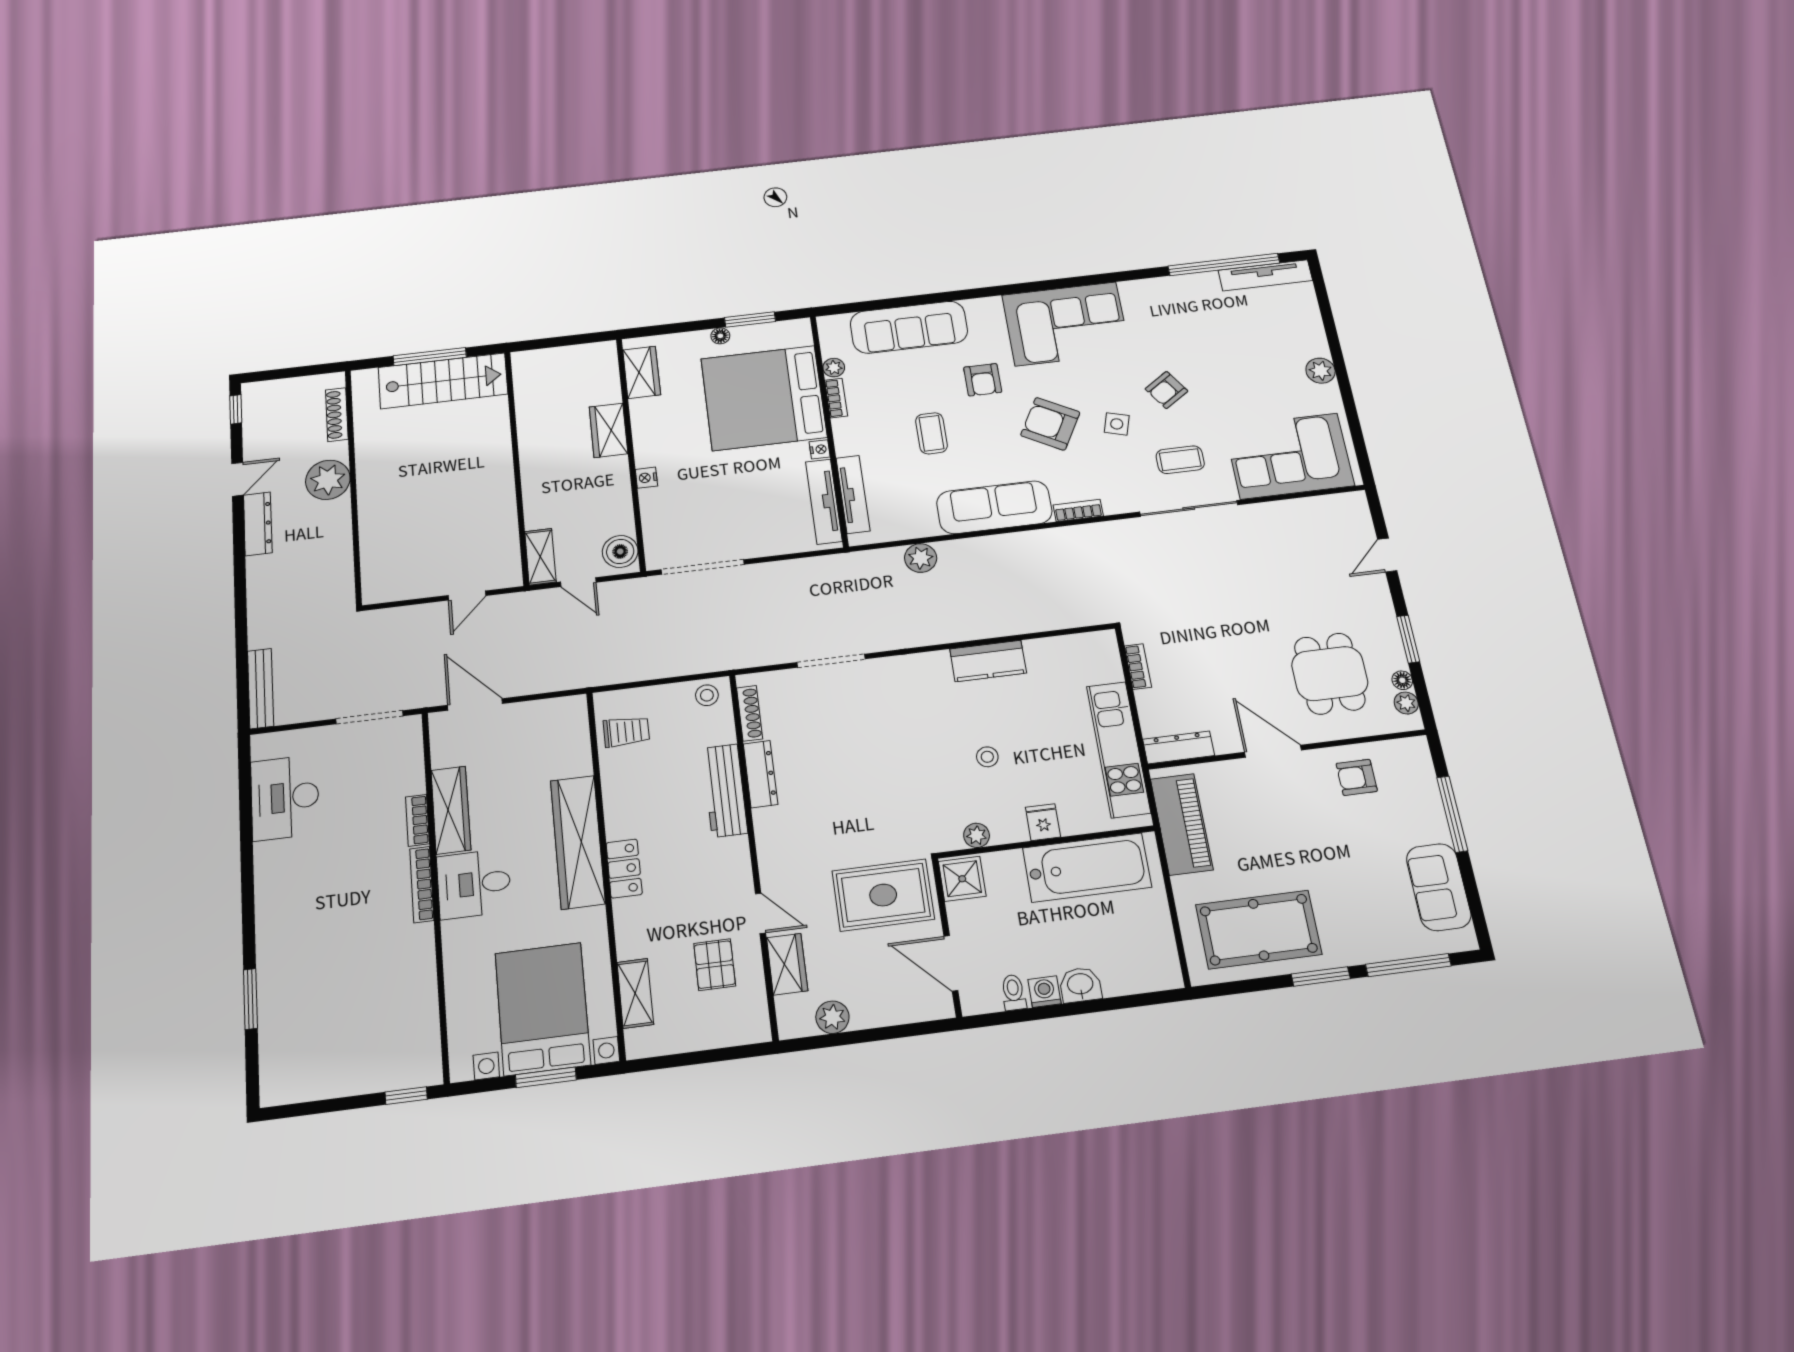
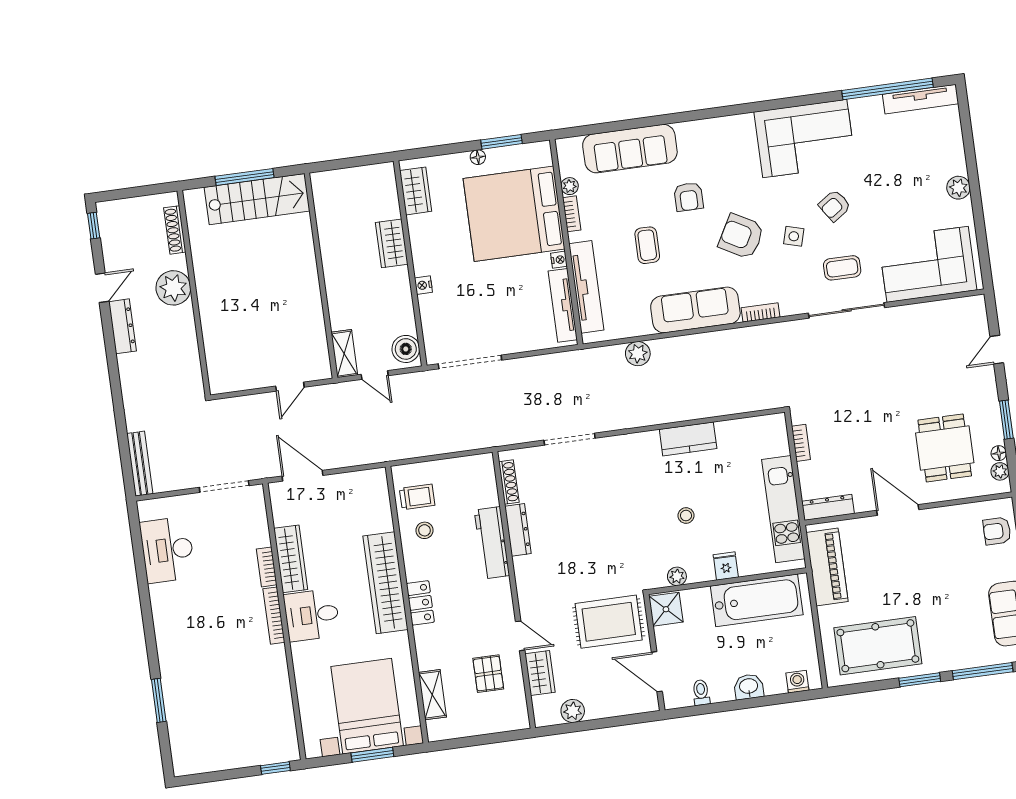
corner sofa: (1066, 324) -> (805, 138), moved
tv unit: (853, 494) -> (586, 287), width x1.36, depth x1.29
stool: (707, 695) -> (425, 530), moved
armchair: (1357, 777) -> (997, 531), moved
washing machine: (1045, 992) -> (797, 682), moved

